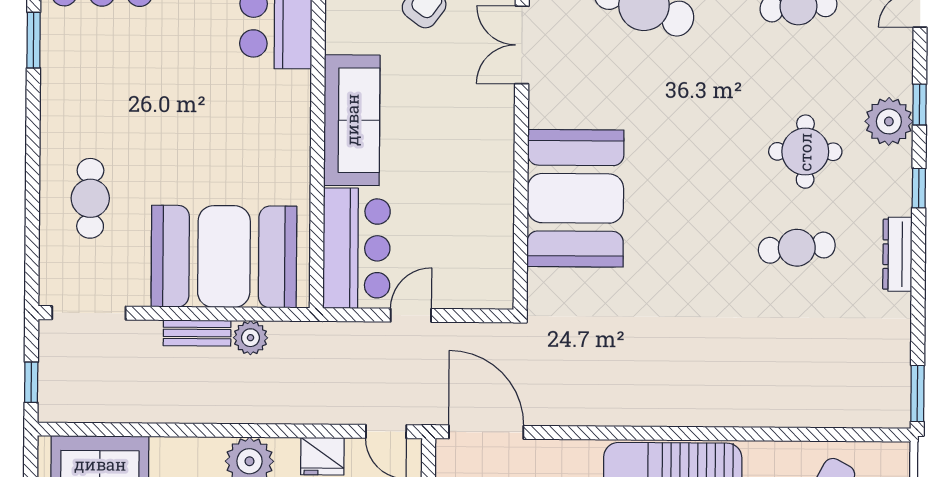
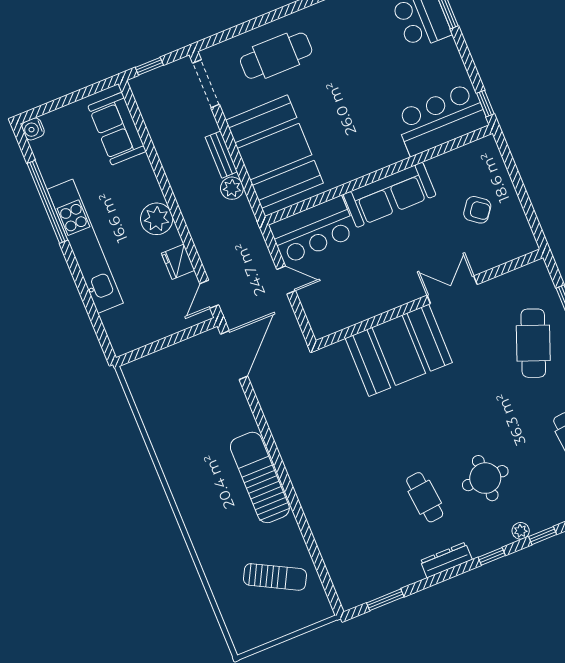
double door: (522, 45) -> (452, 290), moved
plant: (889, 121) -> (521, 531), width x0.53, depth x0.53
cafe table: (90, 198) -> (276, 56), width x1.37, depth x1.35
window: (917, 393) -> (385, 600), moved

